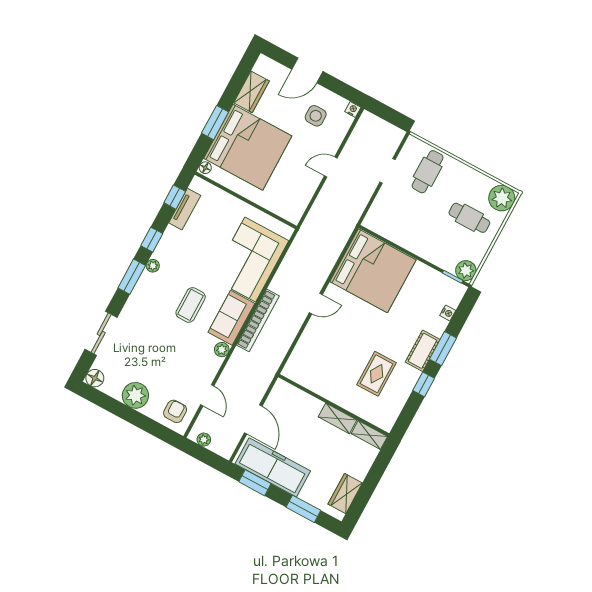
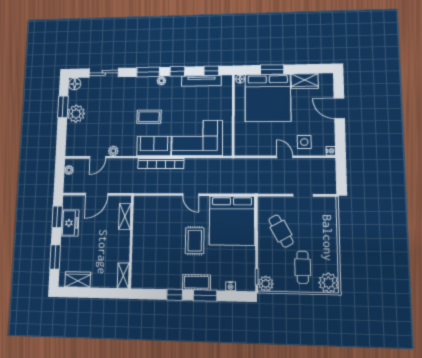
side table: (316, 116) -> (304, 142), moved
cafe table: (428, 172) -> (281, 231), moved, turned 61
tv unit: (185, 209) -> (201, 81), width x1.41
plant: (222, 350) -> (113, 151), moved
rug: (377, 374) -> (195, 241), moved, turned 90
window: (117, 408) -> (63, 107), added
armchair: (175, 411) -> (78, 143), removed
shelving: (338, 418) -> (125, 216), moved
freezer: (273, 467) -> (70, 223), width x0.52, depth x0.79

